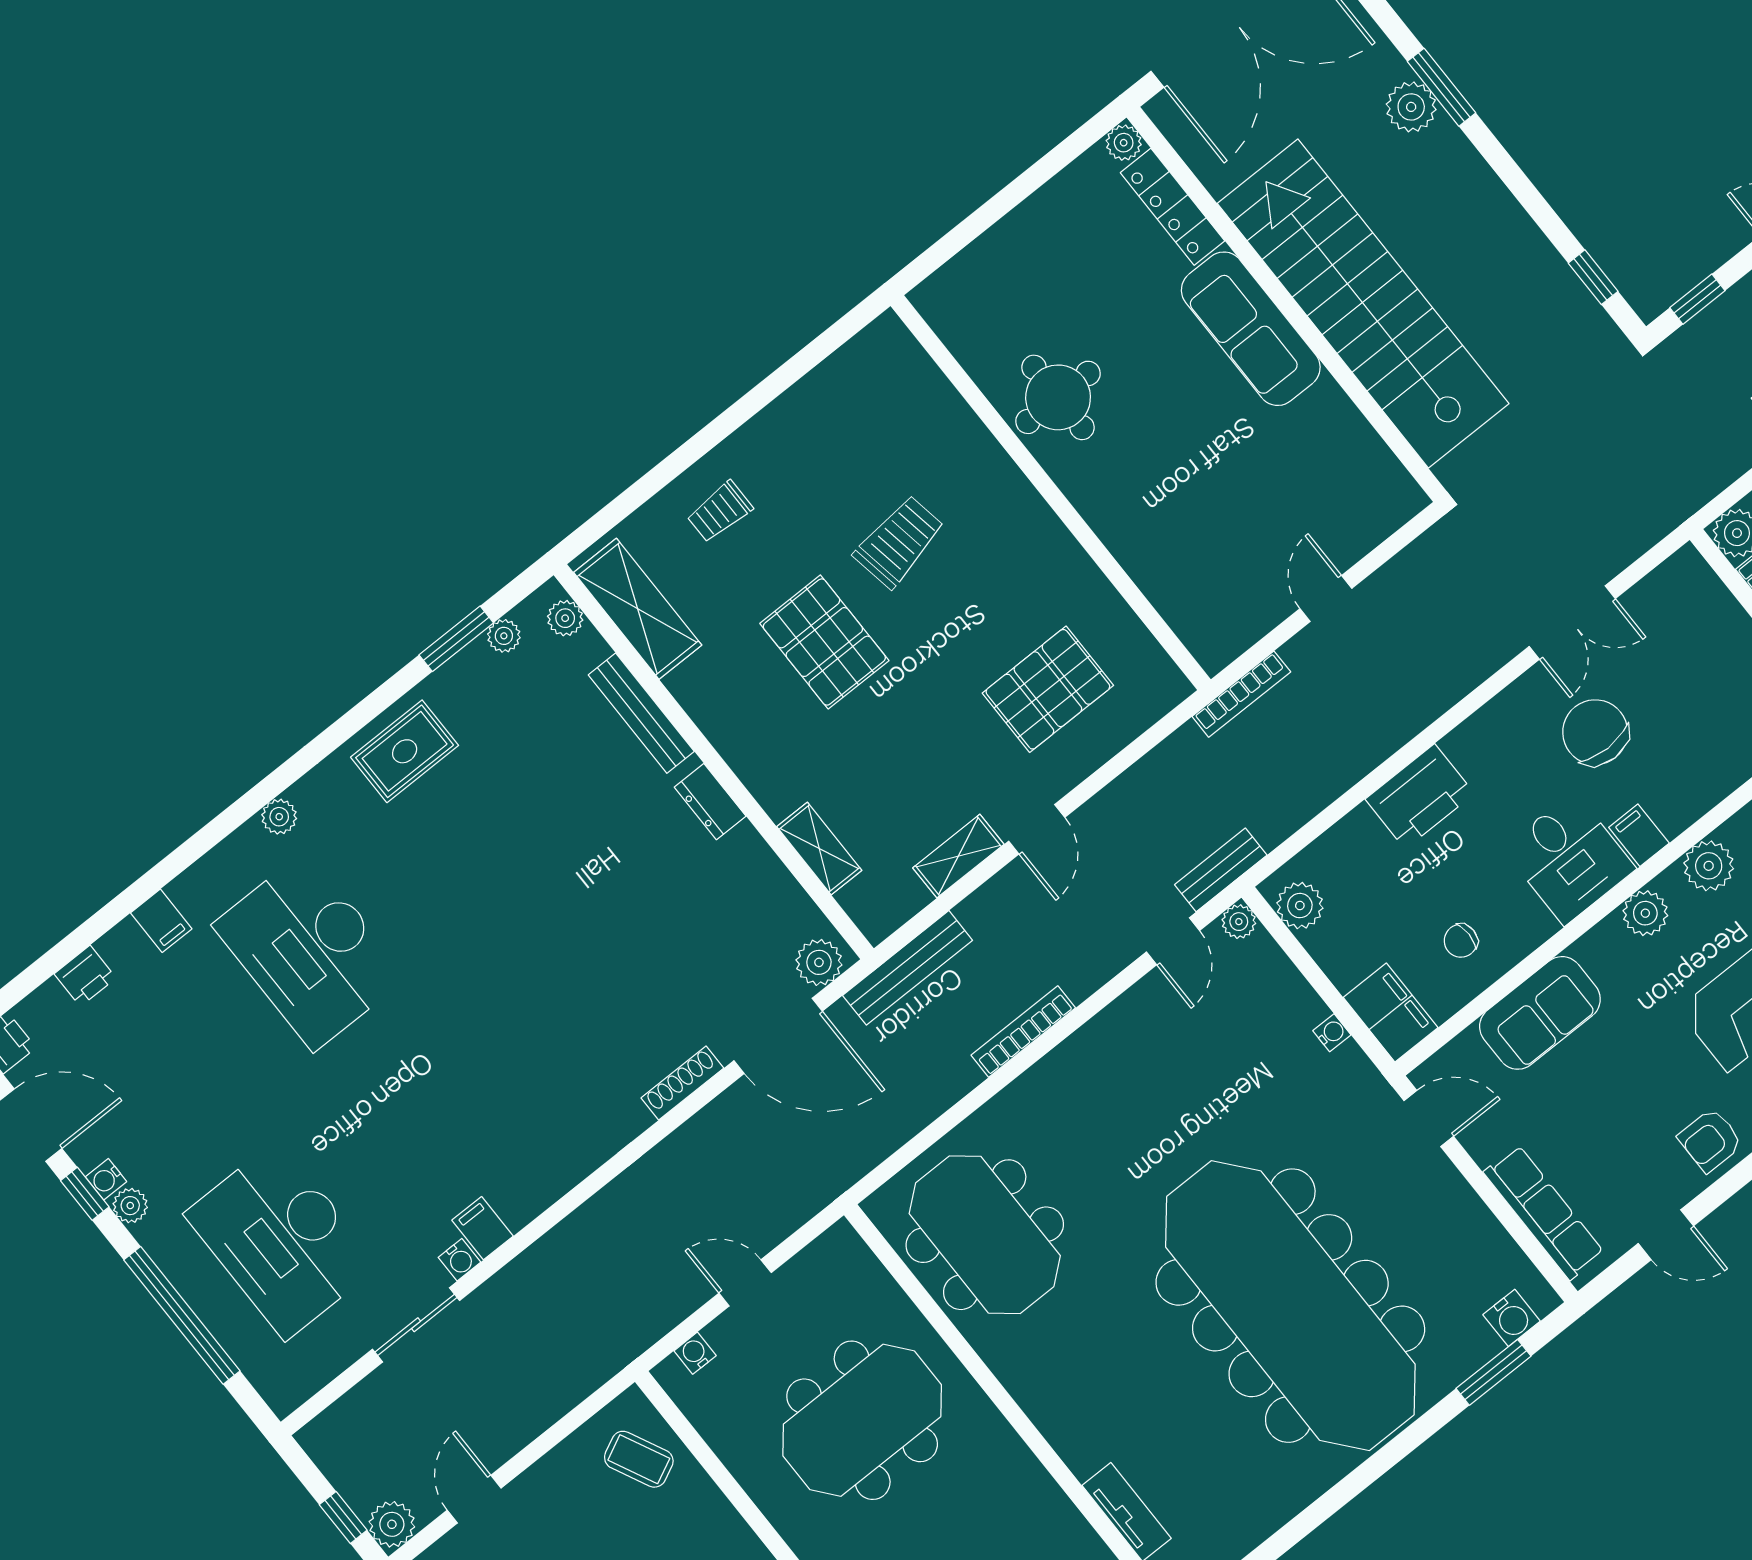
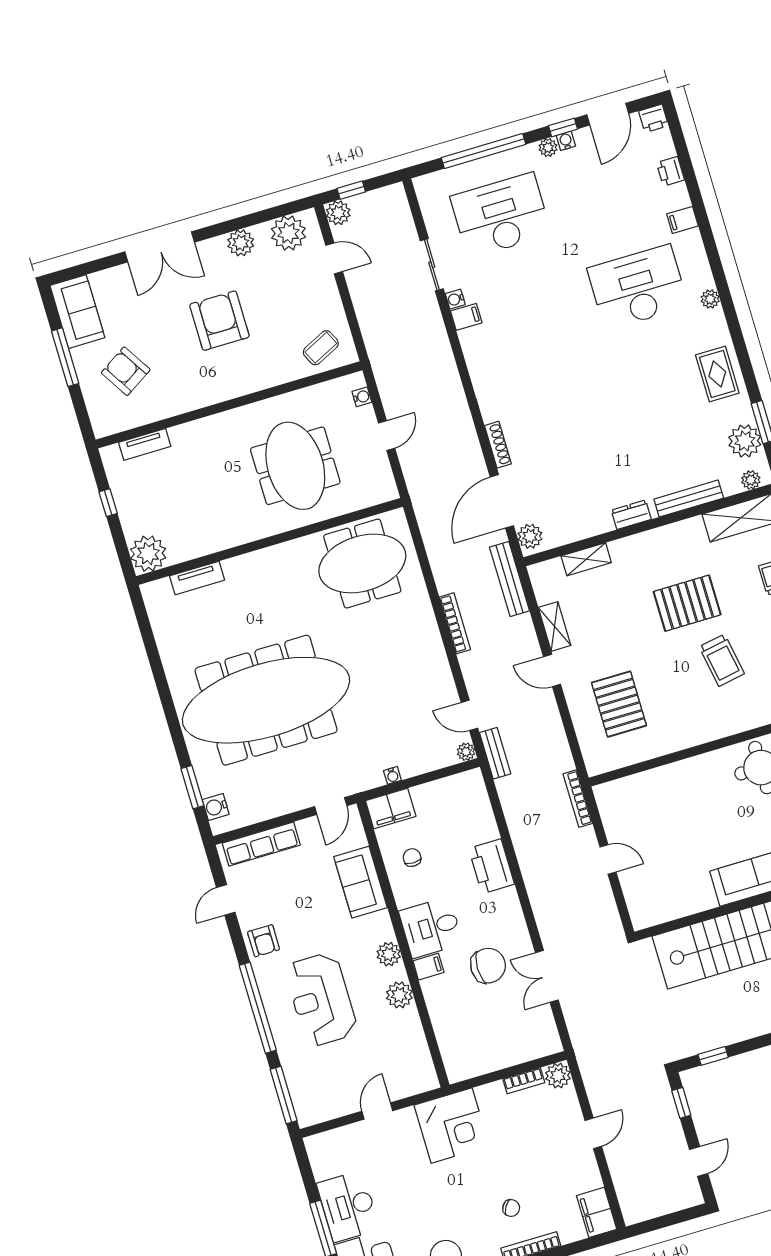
plant: (504, 636) -> (745, 441), width x1.87, depth x1.87
plant: (1300, 906) -> (462, 785), removed
armchair: (1710, 1140) -> (264, 941), turned 180

